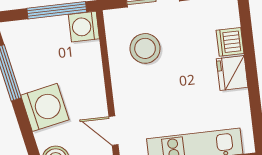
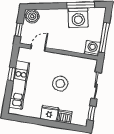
stool: (145, 48) -> (60, 84), moved
washing machine: (45, 107) -> (78, 18), moved

